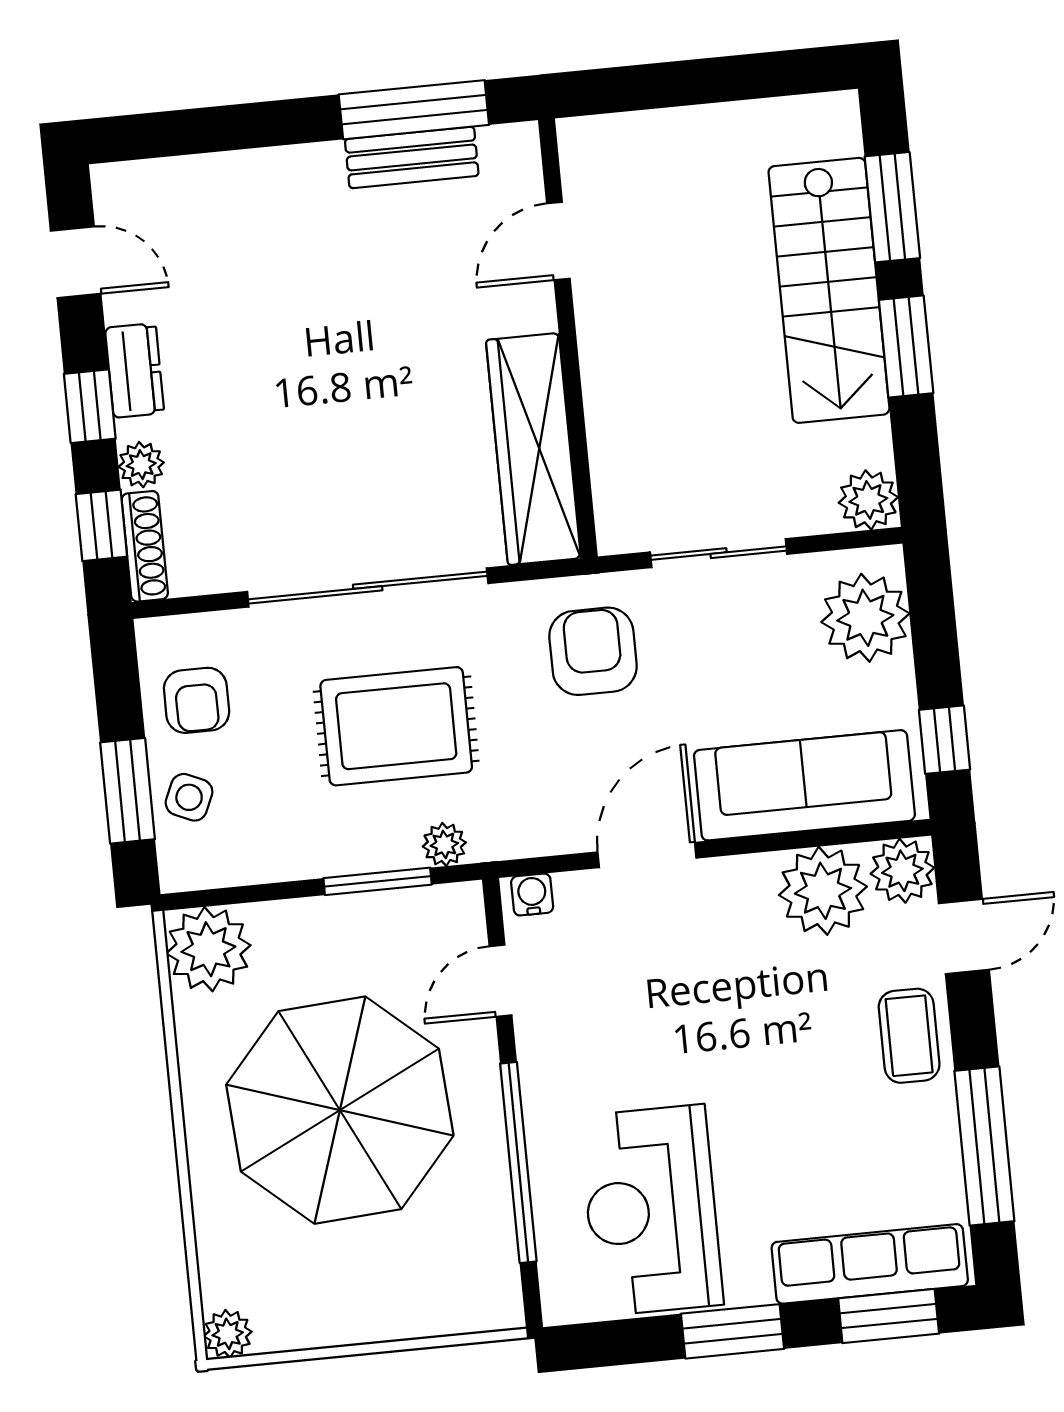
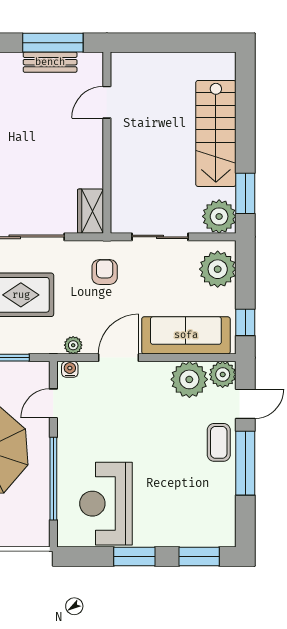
window: (892, 207) -> (245, 102), removed
window: (906, 347) -> (245, 193), moved
wardrobe: (533, 449) -> (90, 211), width x0.48, depth x0.85
plant: (868, 500) -> (219, 216), width x1.36, depth x1.36
armchair: (593, 651) -> (105, 272), width x0.72, depth x0.72
plant: (444, 844) -> (73, 345), moved
window: (984, 1146) -> (245, 463), moved
row of seats: (870, 1264) -> (193, 534), removed

